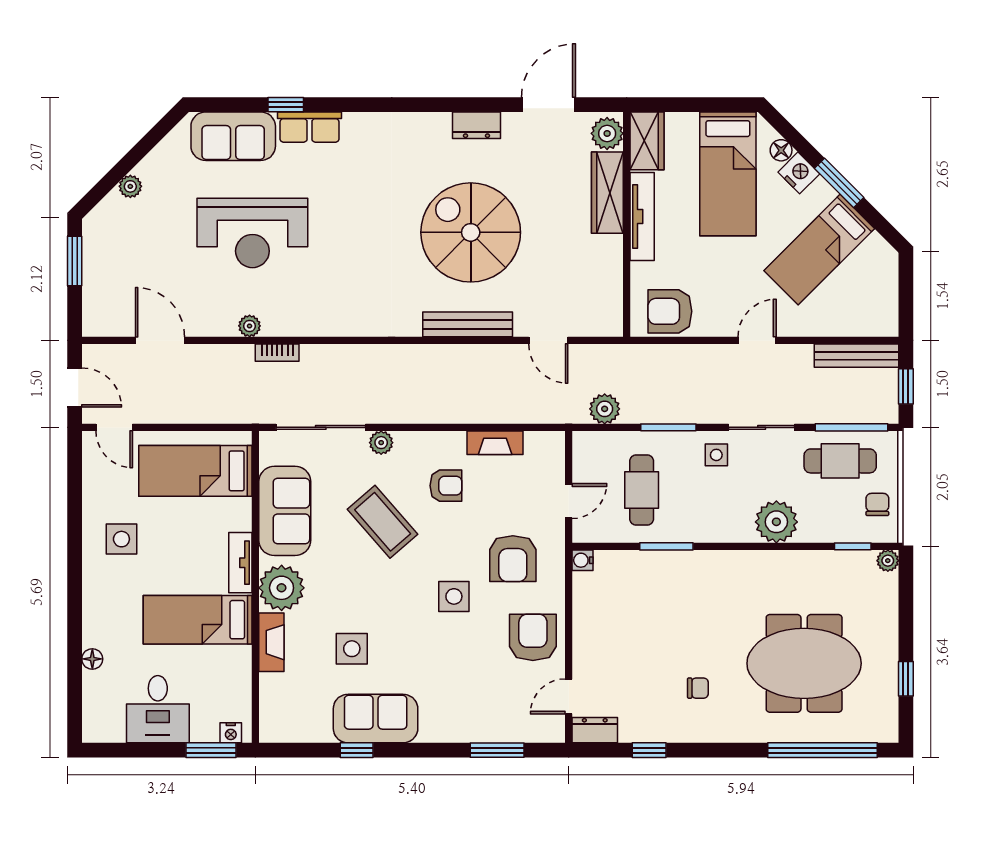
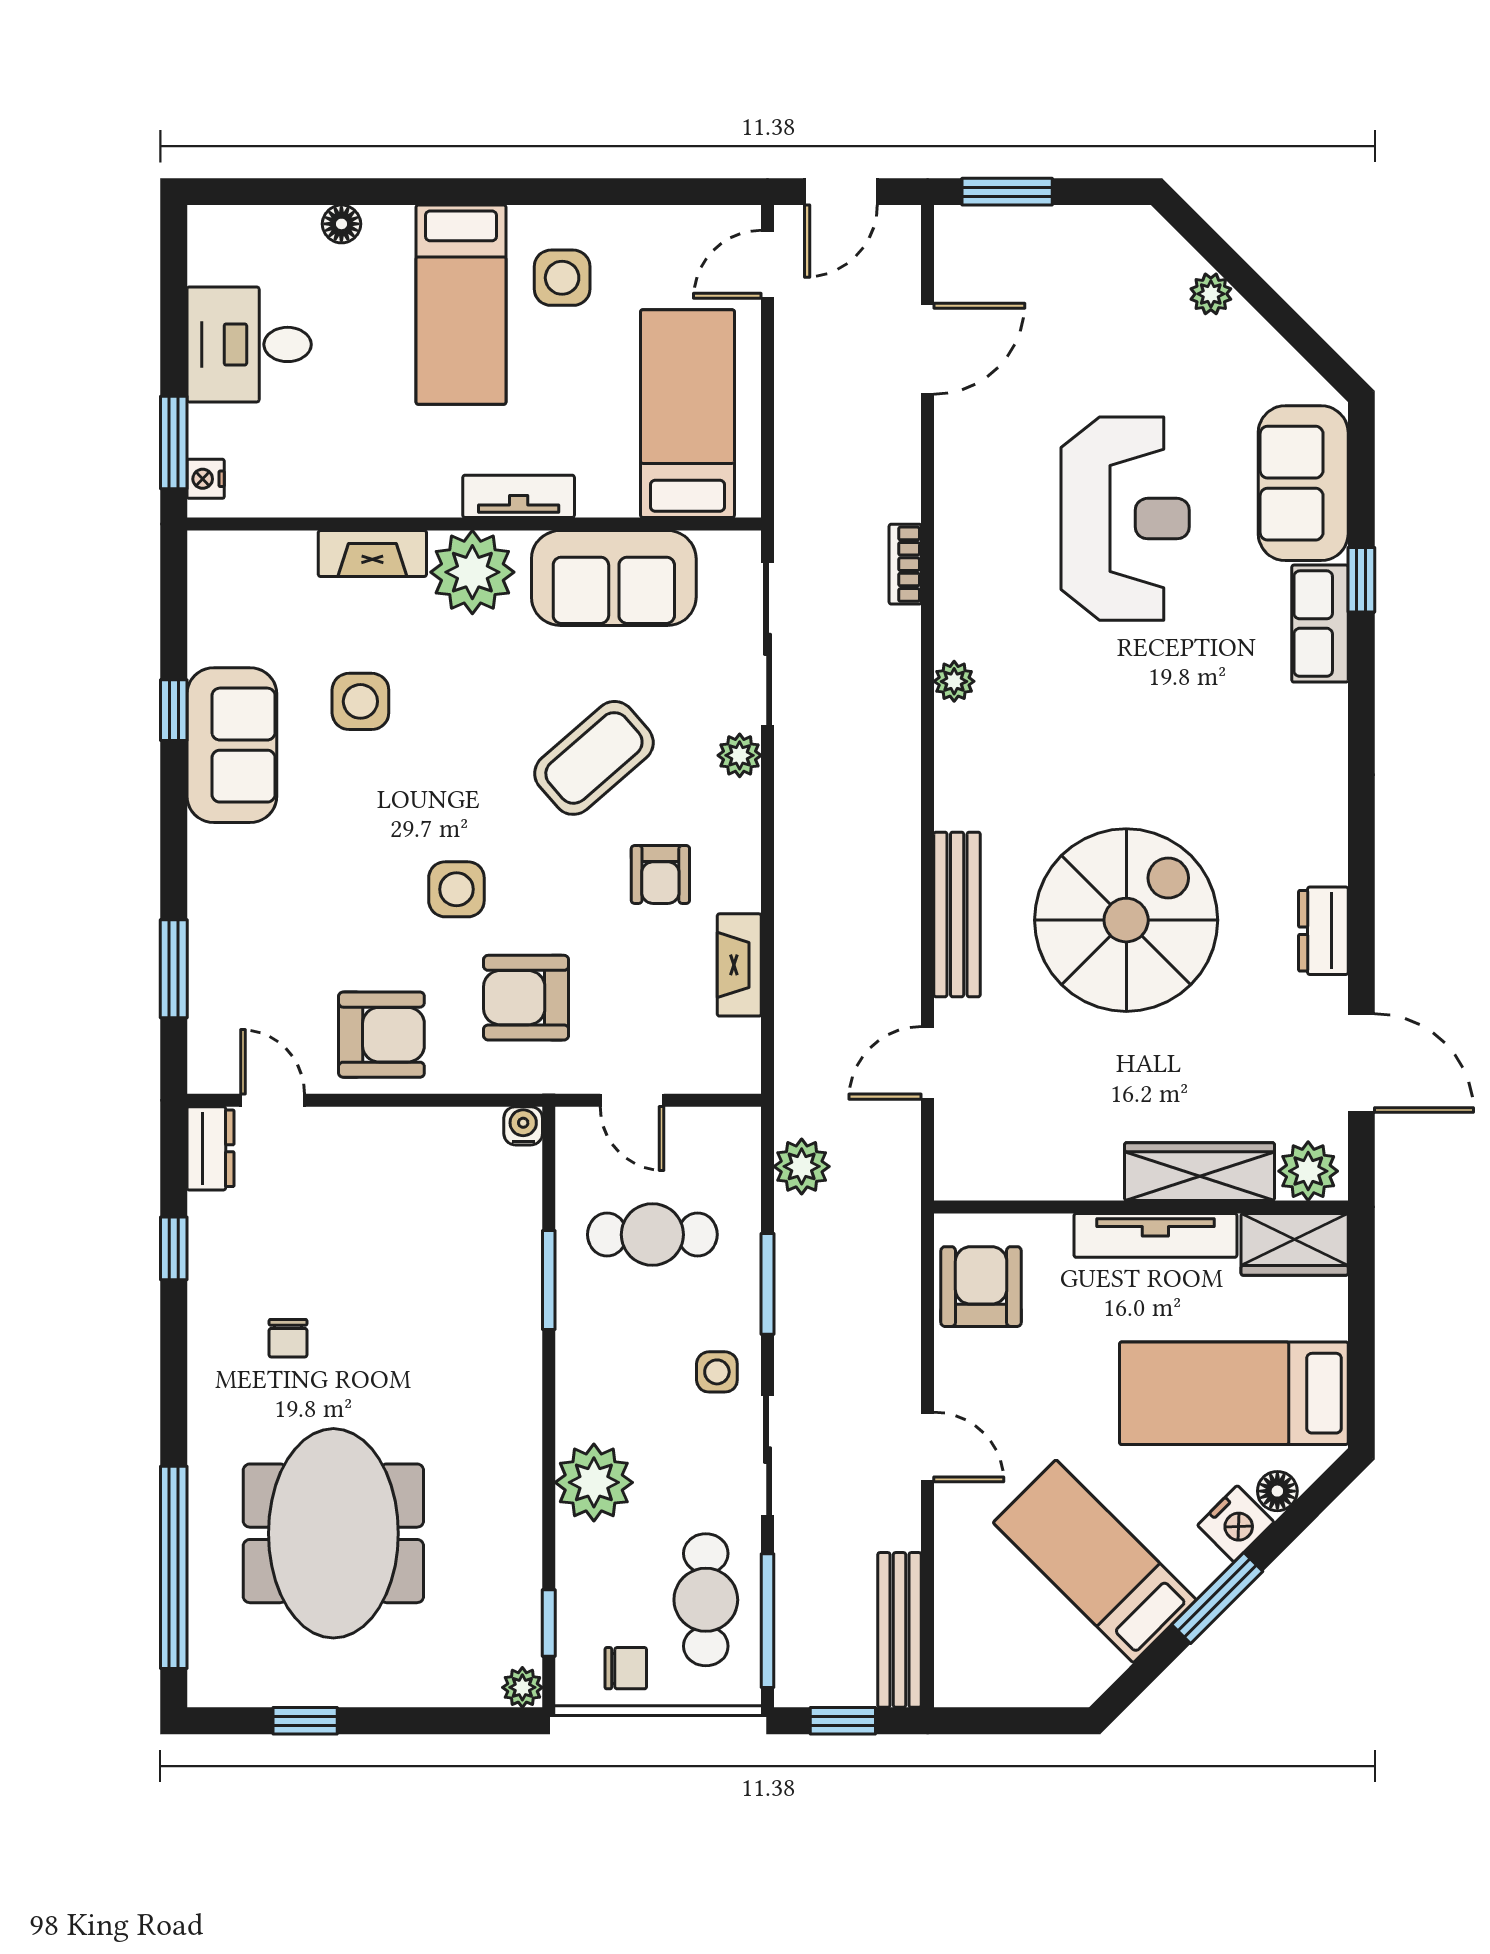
reception desk: (252, 233) -> (1125, 519), turned 180
window: (75, 261) -> (1007, 192), moved
plant: (250, 326) -> (954, 681), moved
bed: (198, 620) -> (461, 305), moved, turned 180

